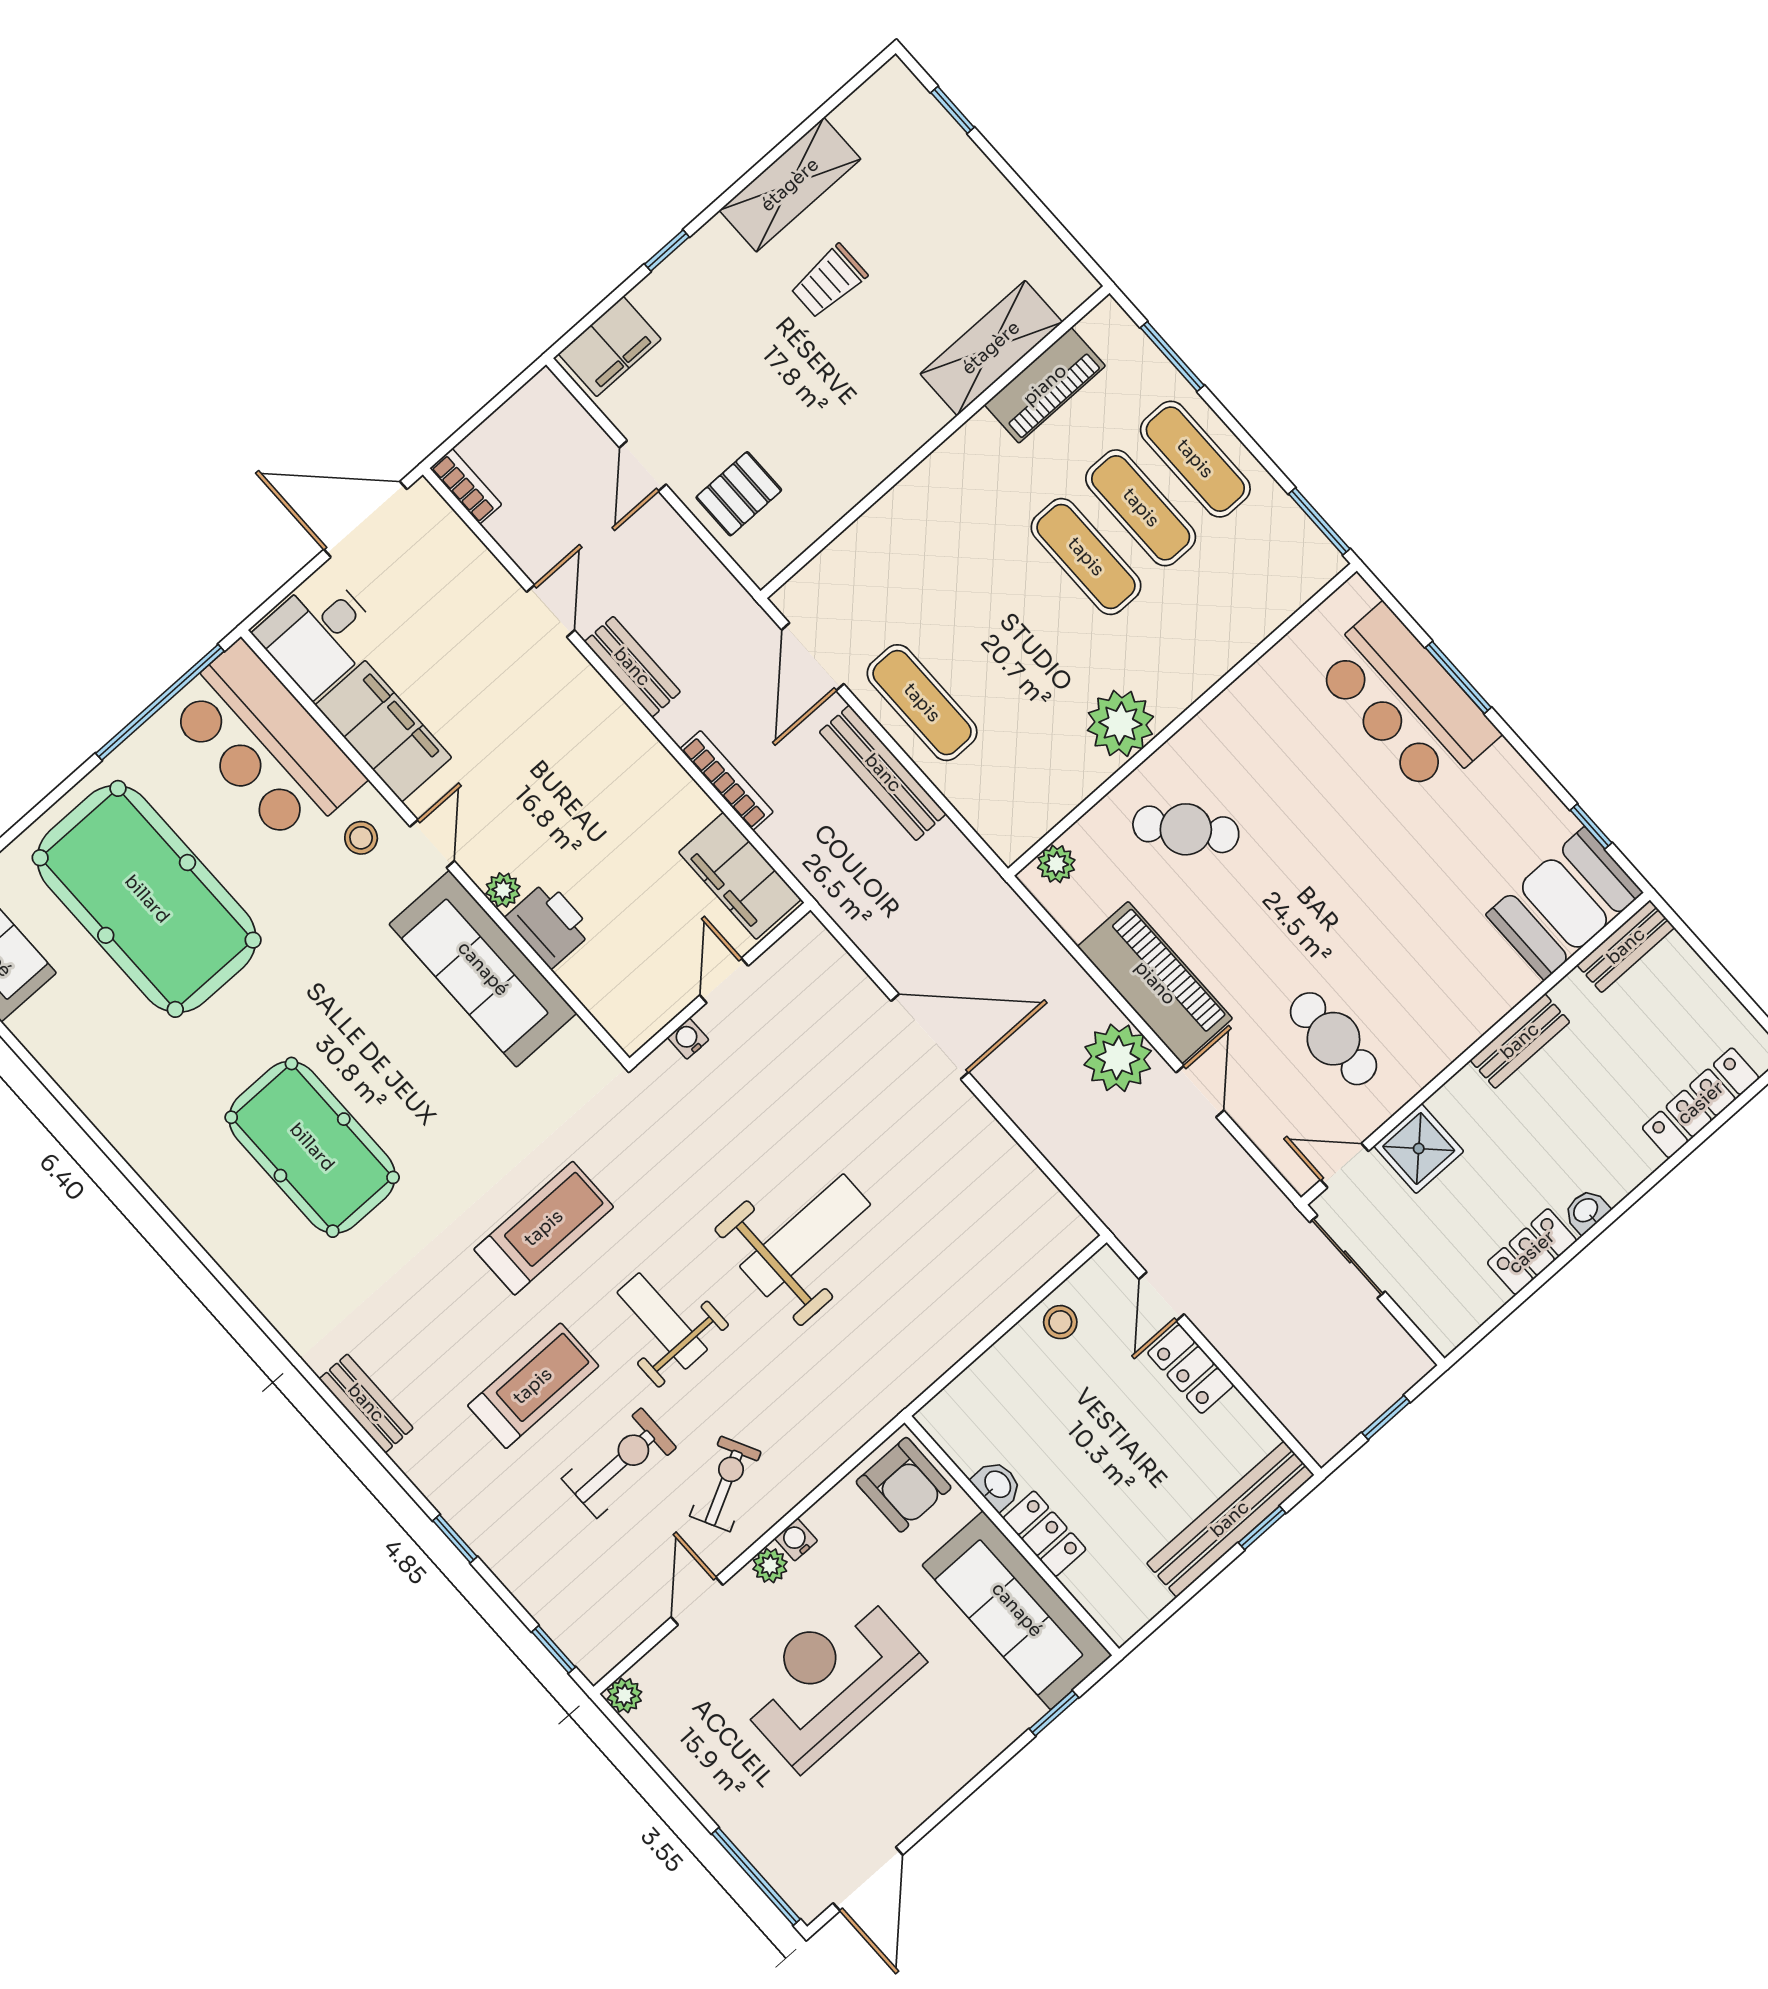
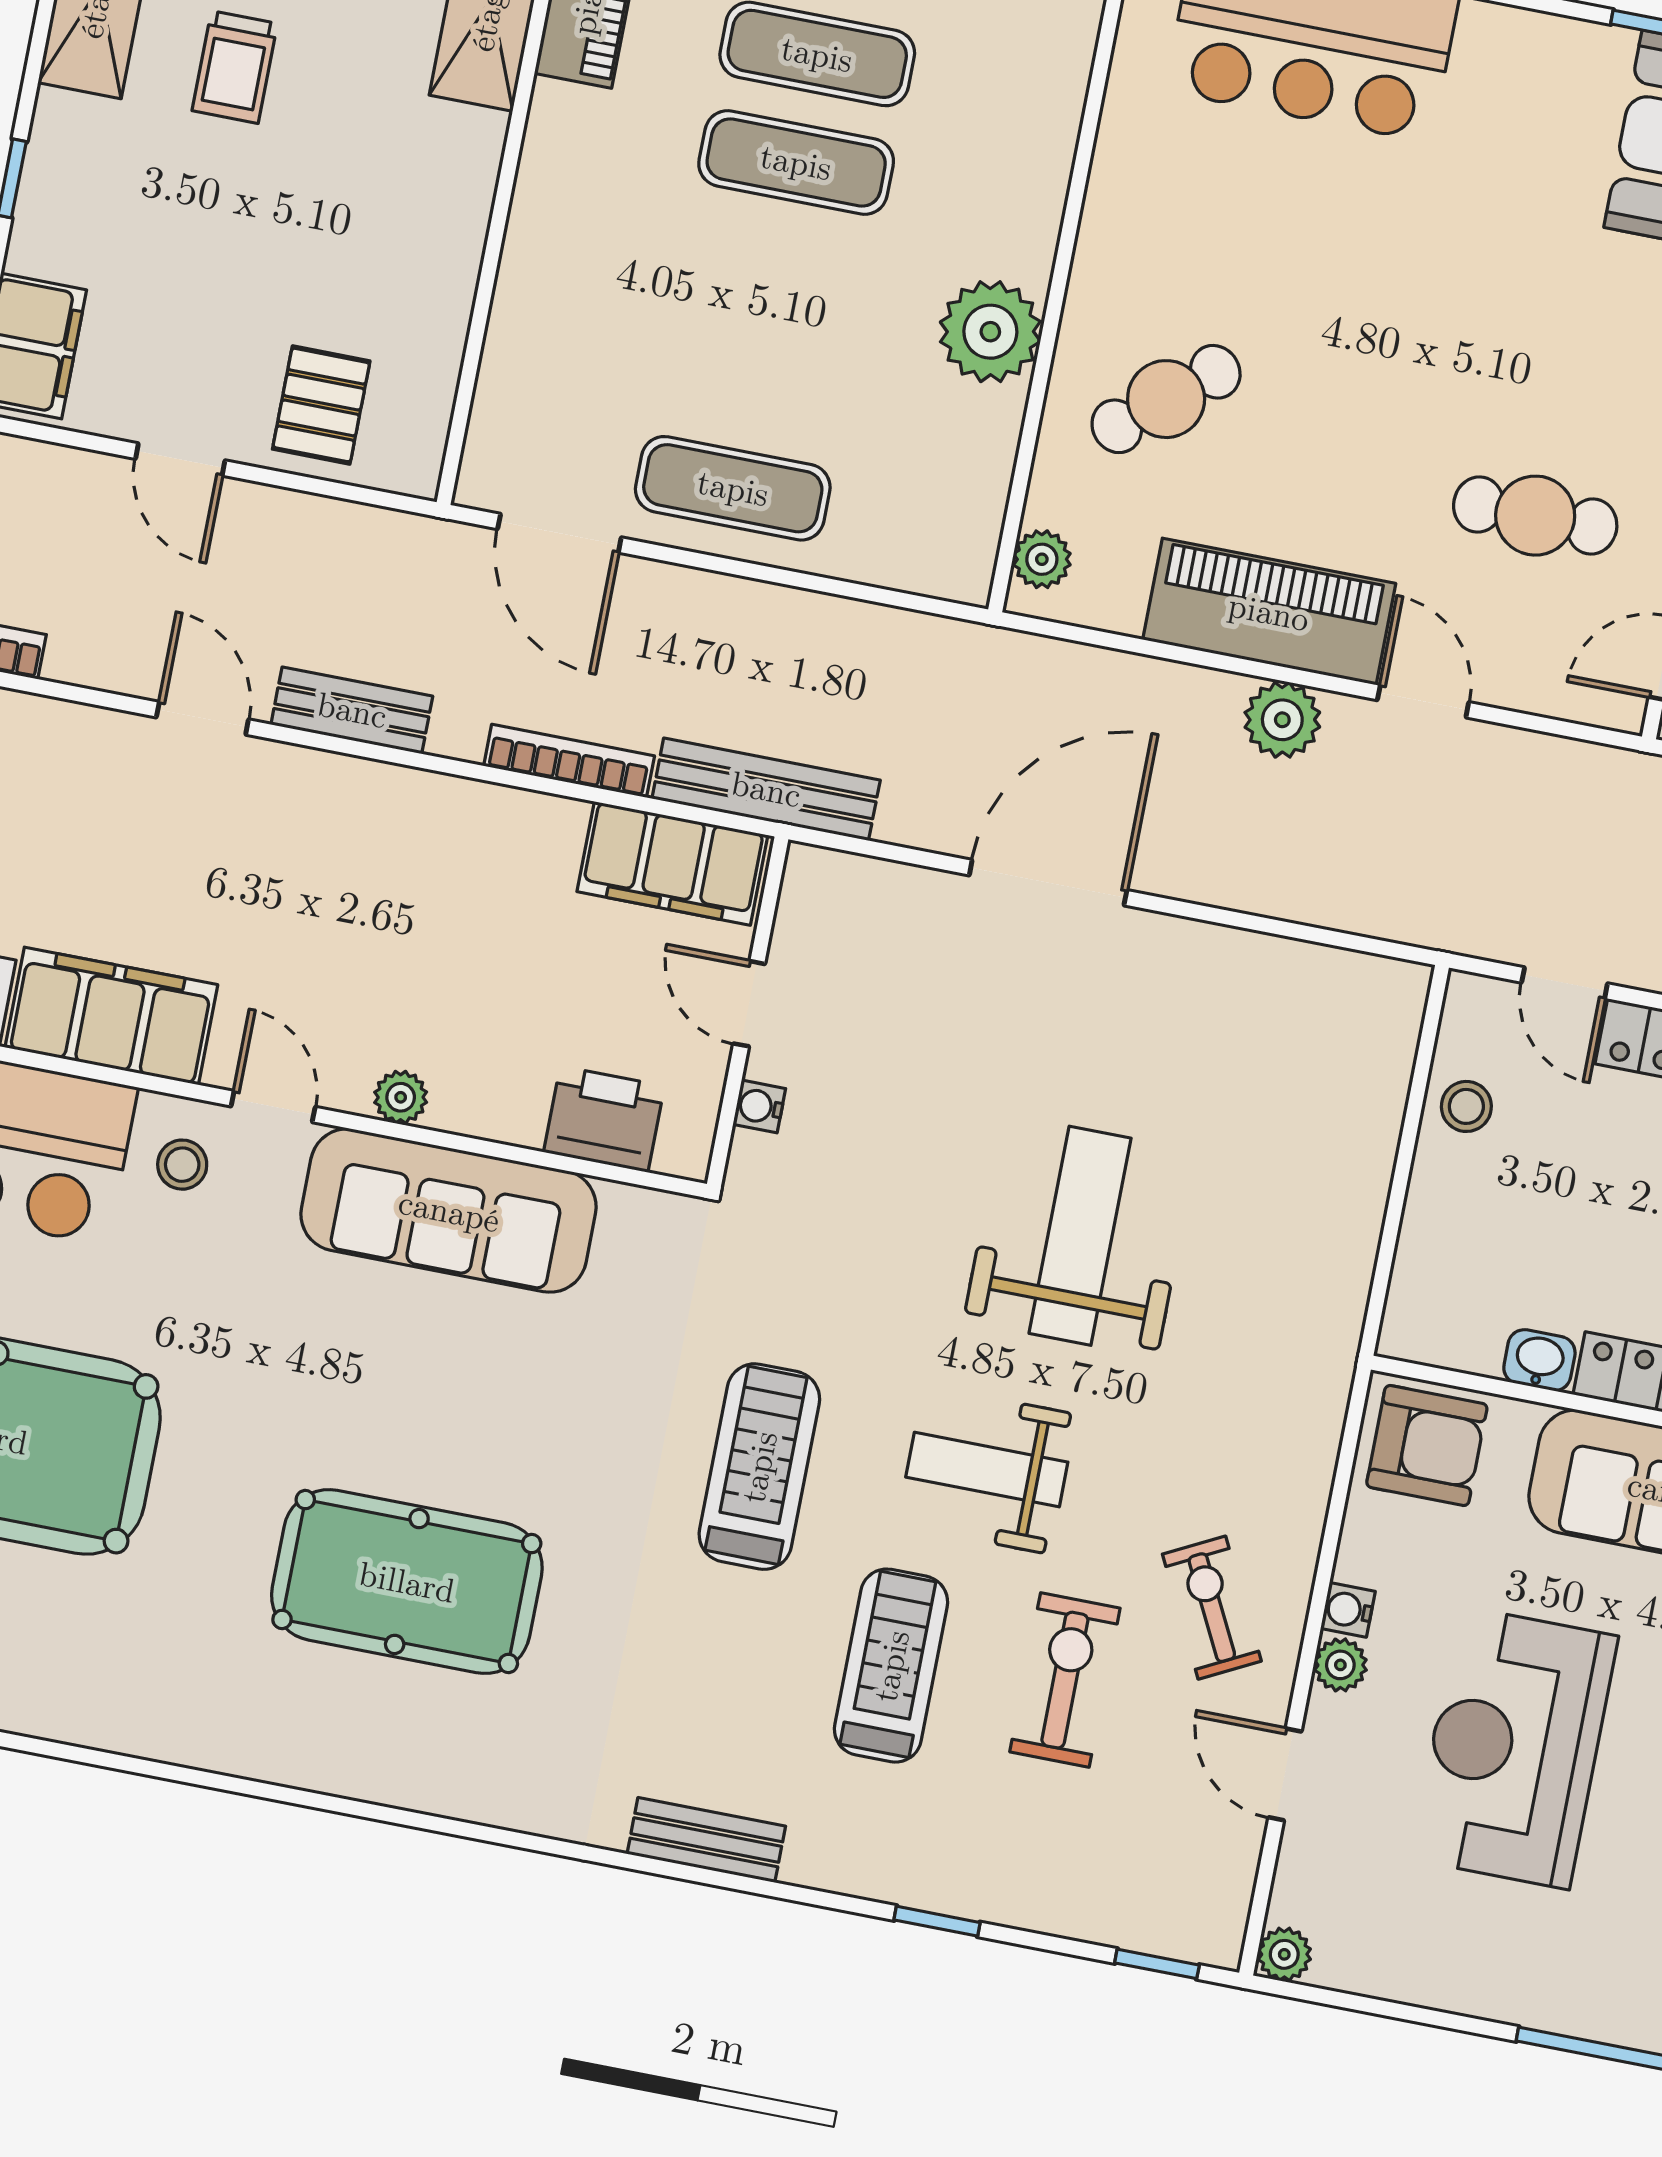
bench: (883, 773) -> (766, 789), moved
printer: (549, 924) -> (604, 1119), moved
plant: (1118, 1058) -> (1282, 720), width x0.73, depth x0.73

